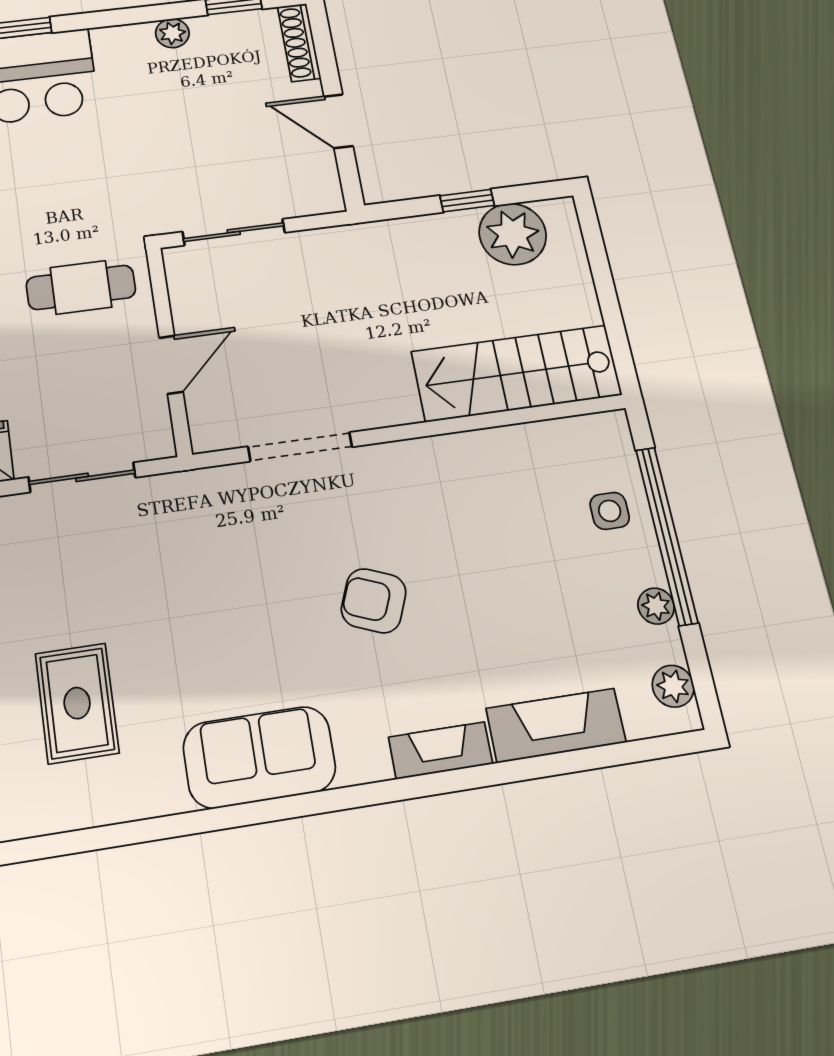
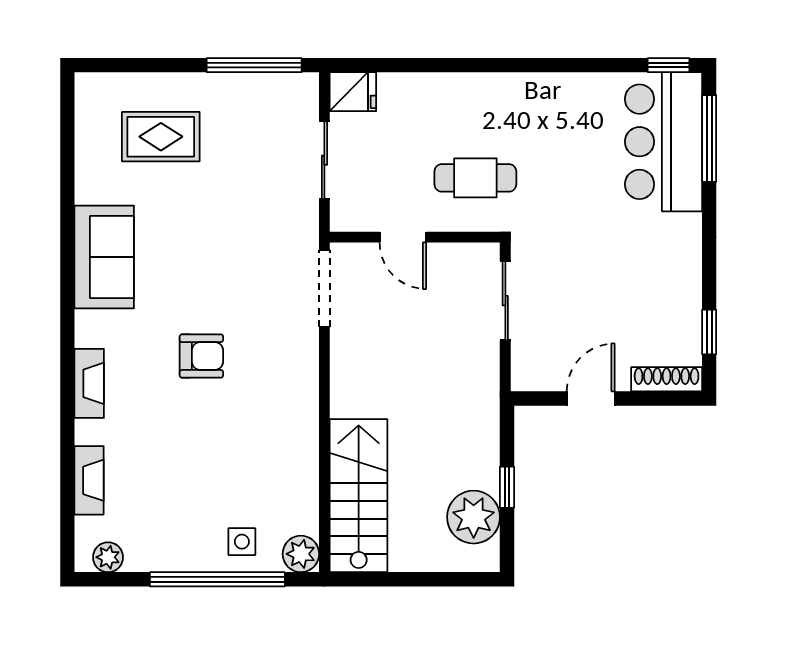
plant: (172, 33) -> (689, 278), removed
cafe table: (81, 287) -> (475, 178), turned 90
doorway: (300, 447) -> (324, 288), moved
armchair: (374, 601) -> (201, 356), turned 68
plant: (656, 606) -> (301, 554), moved, width x1.38, depth x1.38
fireplace: (556, 725) -> (89, 480), width x0.73, depth x0.76

